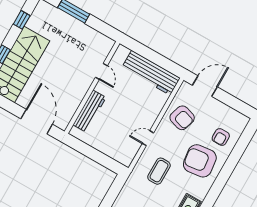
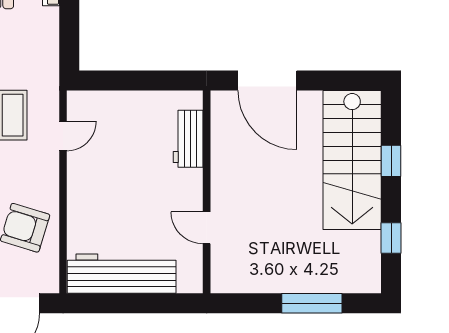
workbench: (90, 111) -> (188, 139), width x0.73
door: (148, 138) -> (63, 136), moved

